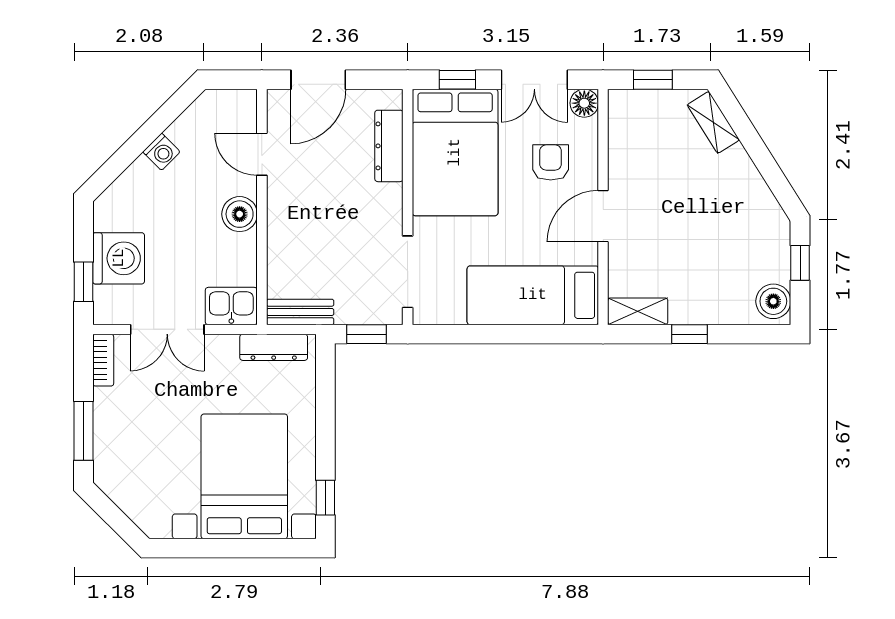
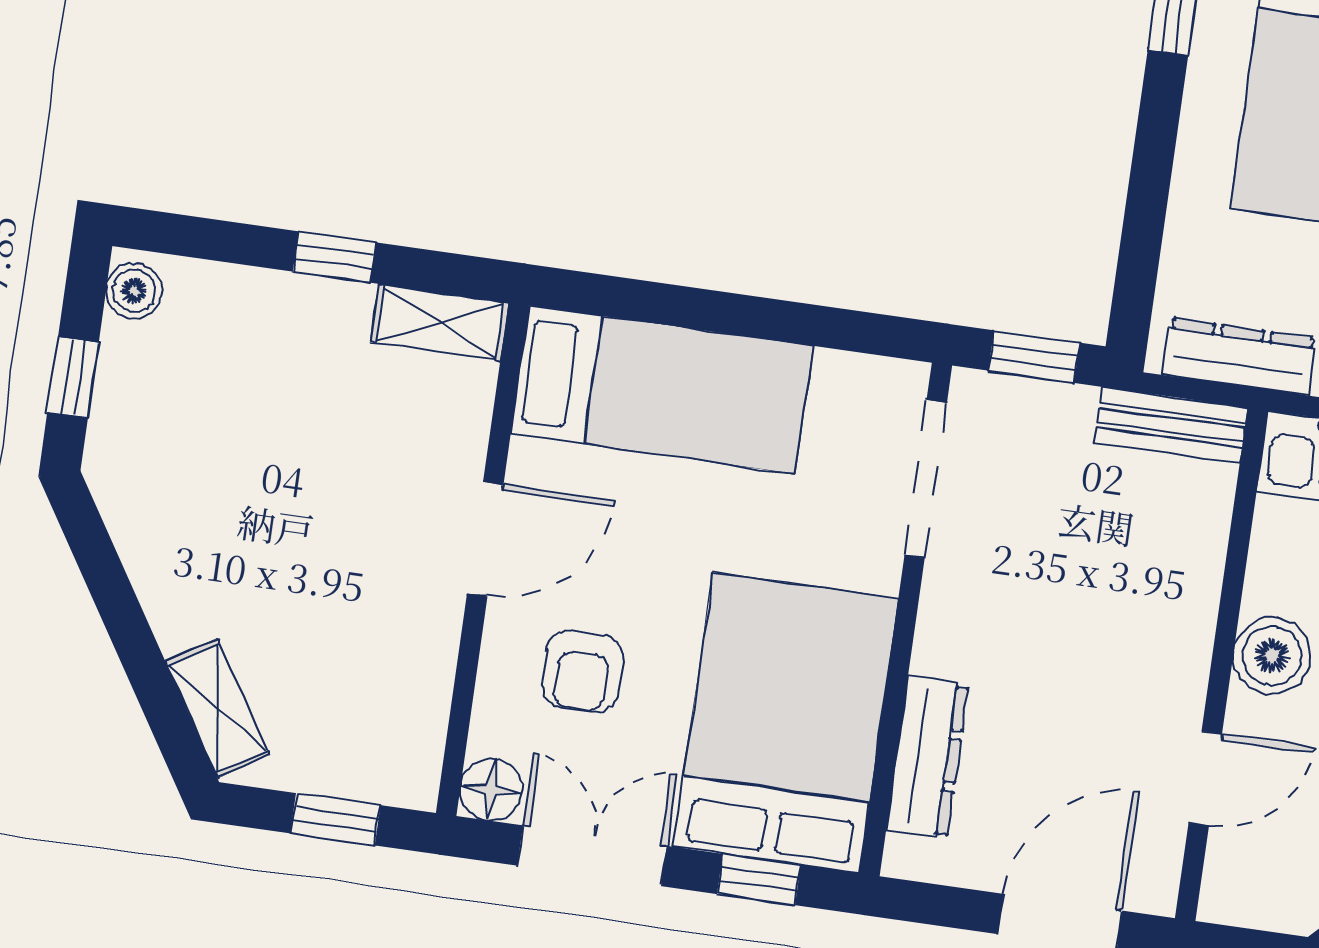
door: (262, 154) -> (1205, 778), hinge flipped
boiler: (773, 301) -> (134, 291), width x0.73, depth x0.73

